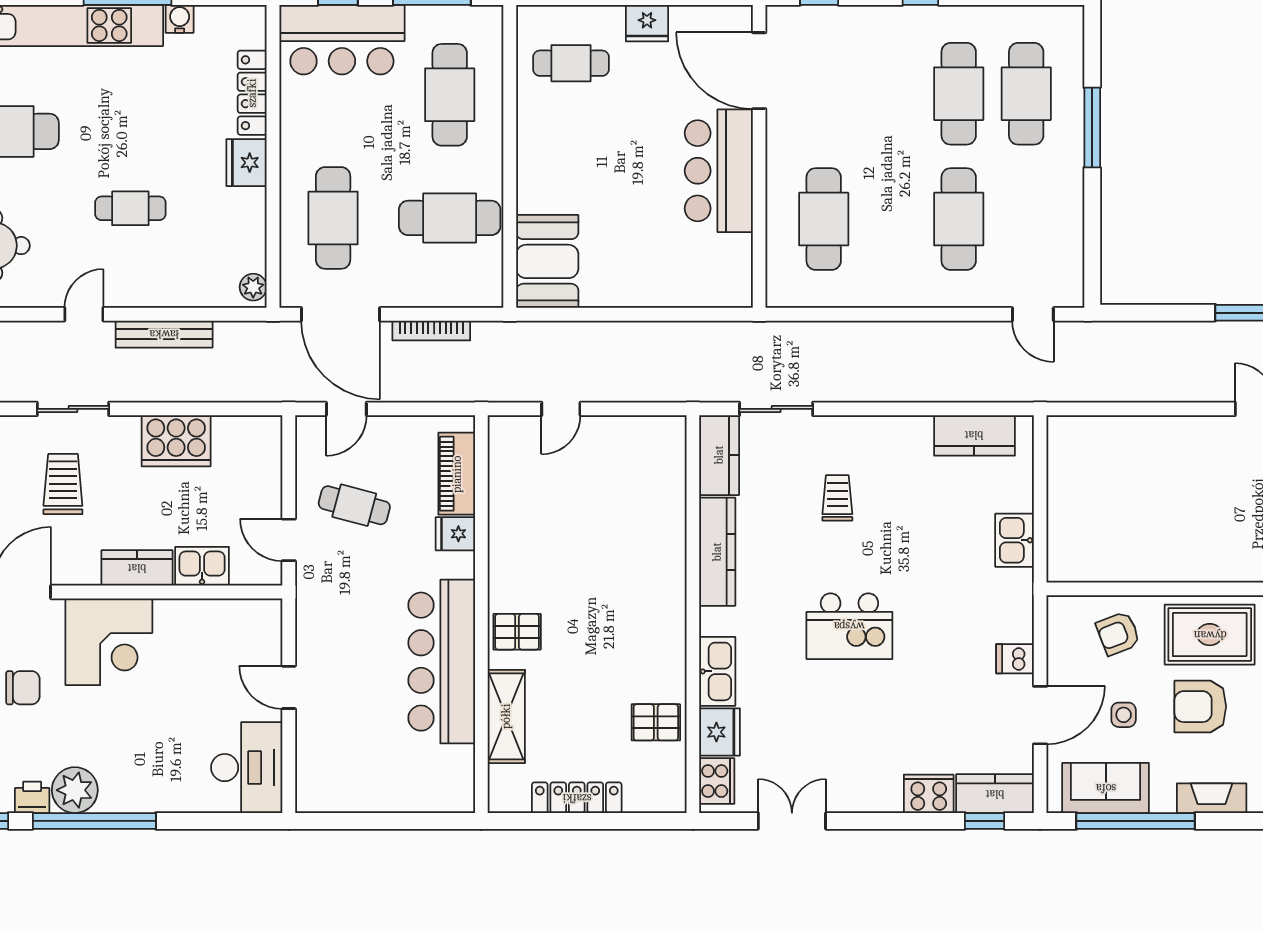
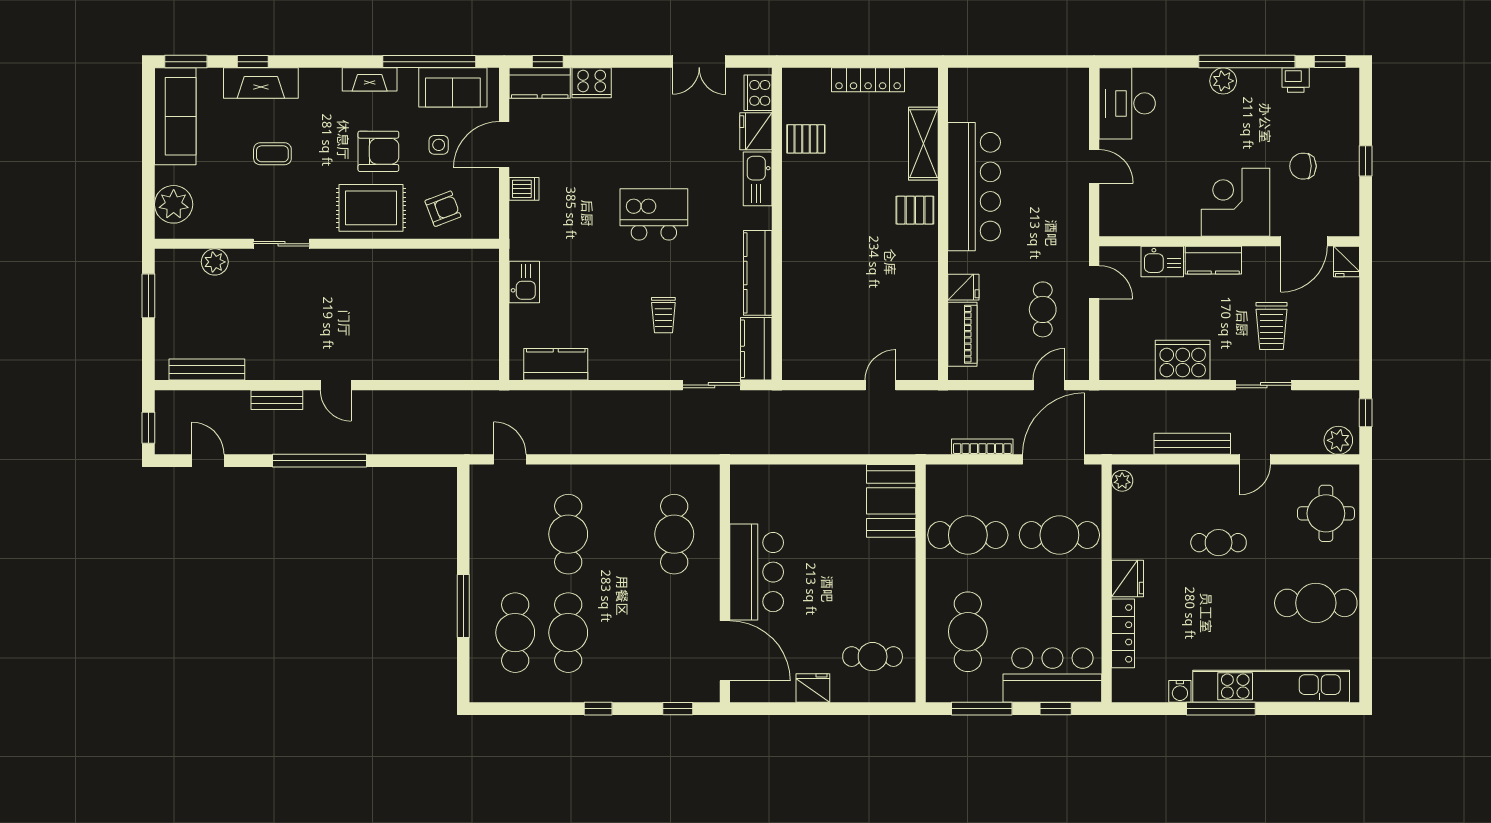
cafe table: (333, 218) -> (1059, 535), turned 90
door: (341, 314) -> (1054, 459), hinge flipped
cafe table: (354, 505) -> (1043, 309), turned 75
plant: (75, 790) -> (1223, 81), moved, width x0.73, depth x0.73

